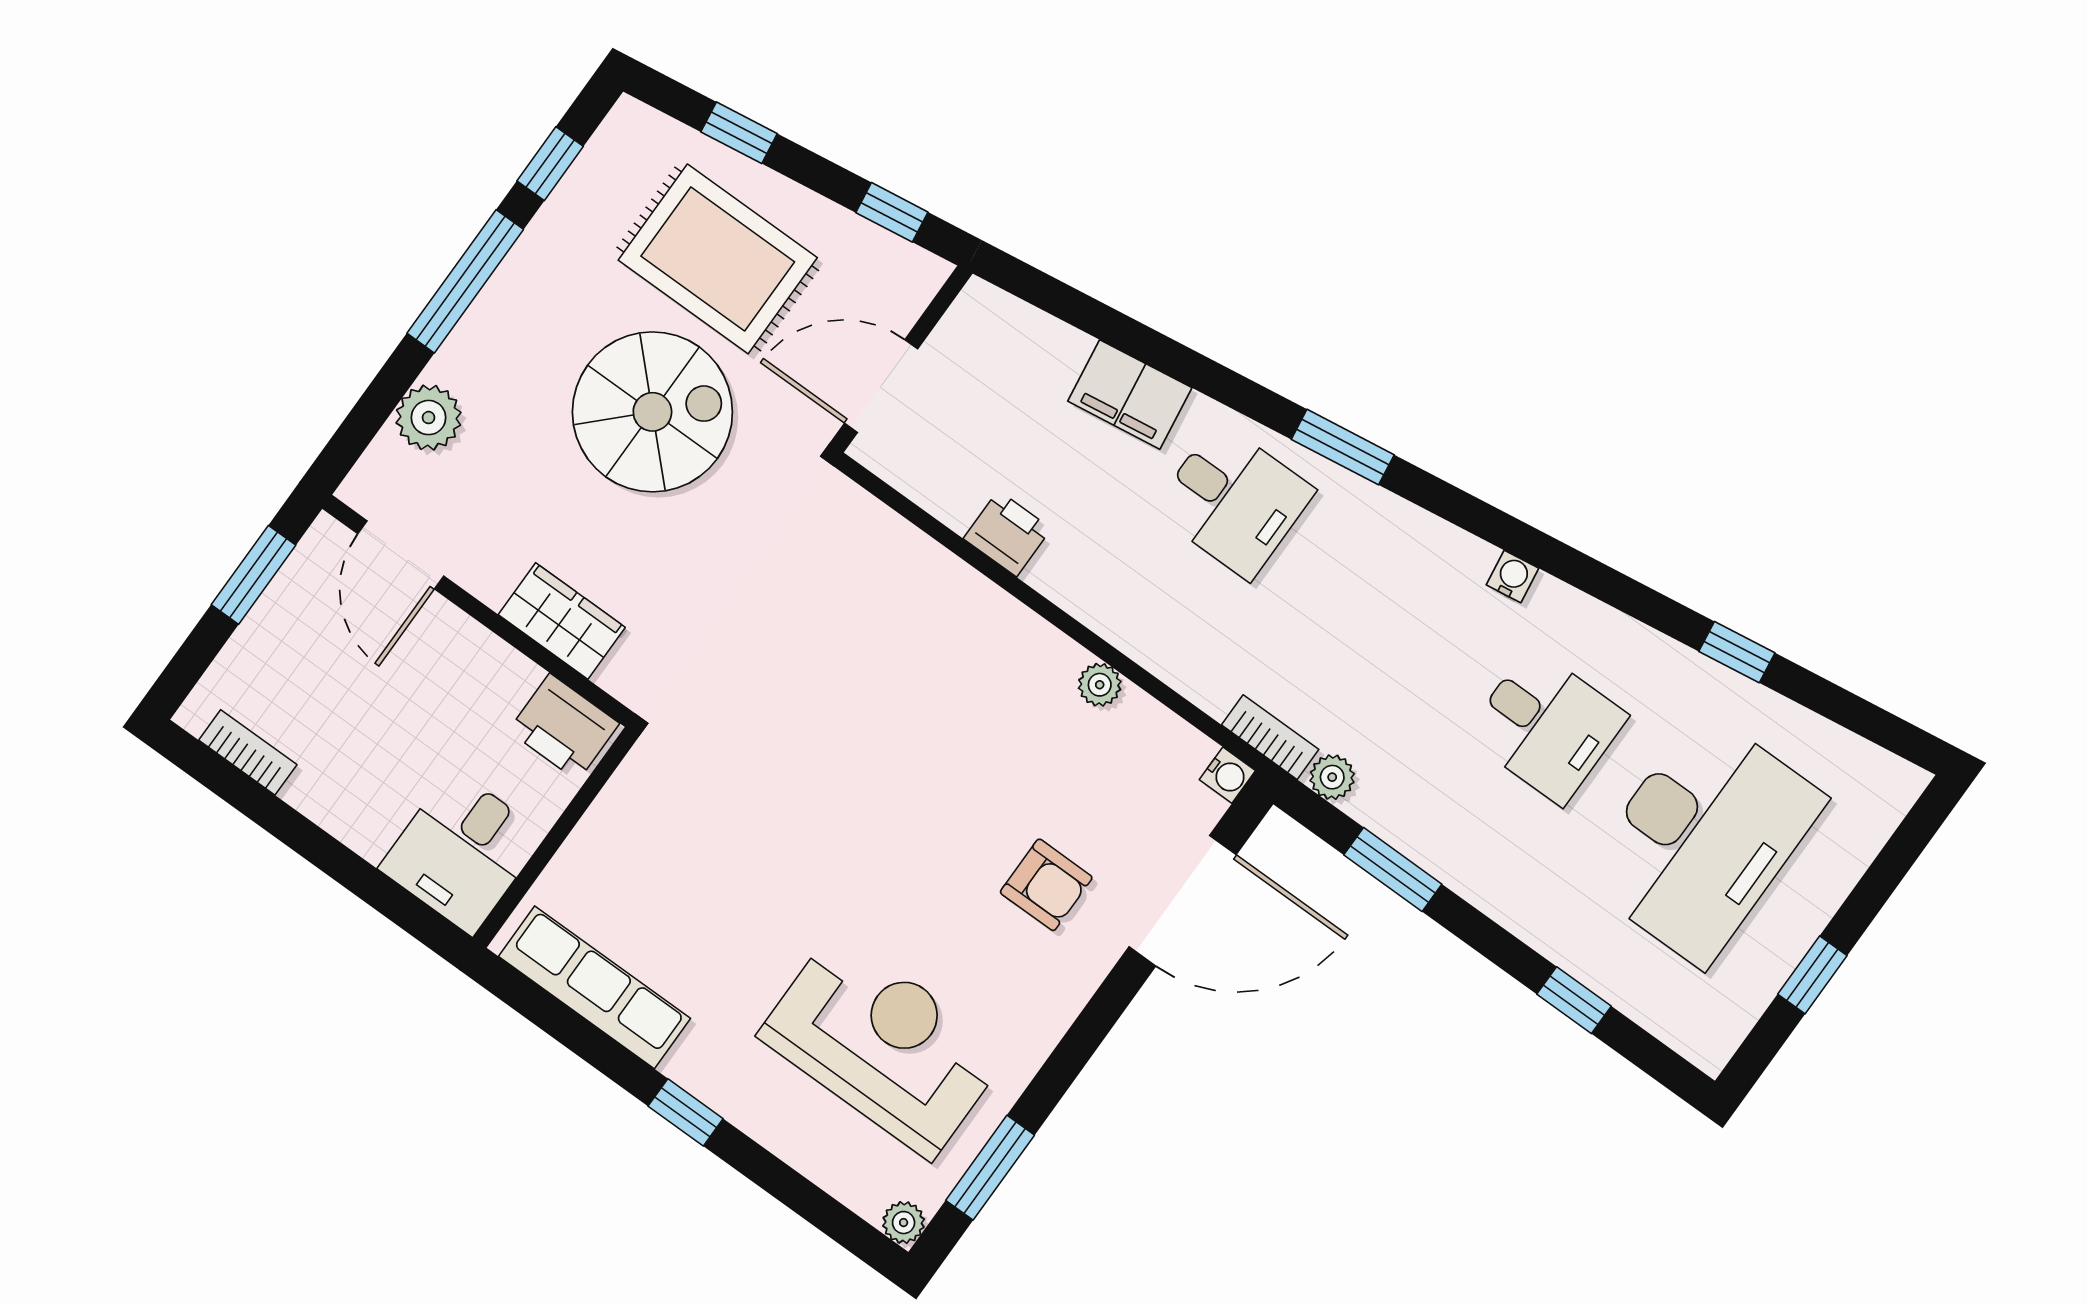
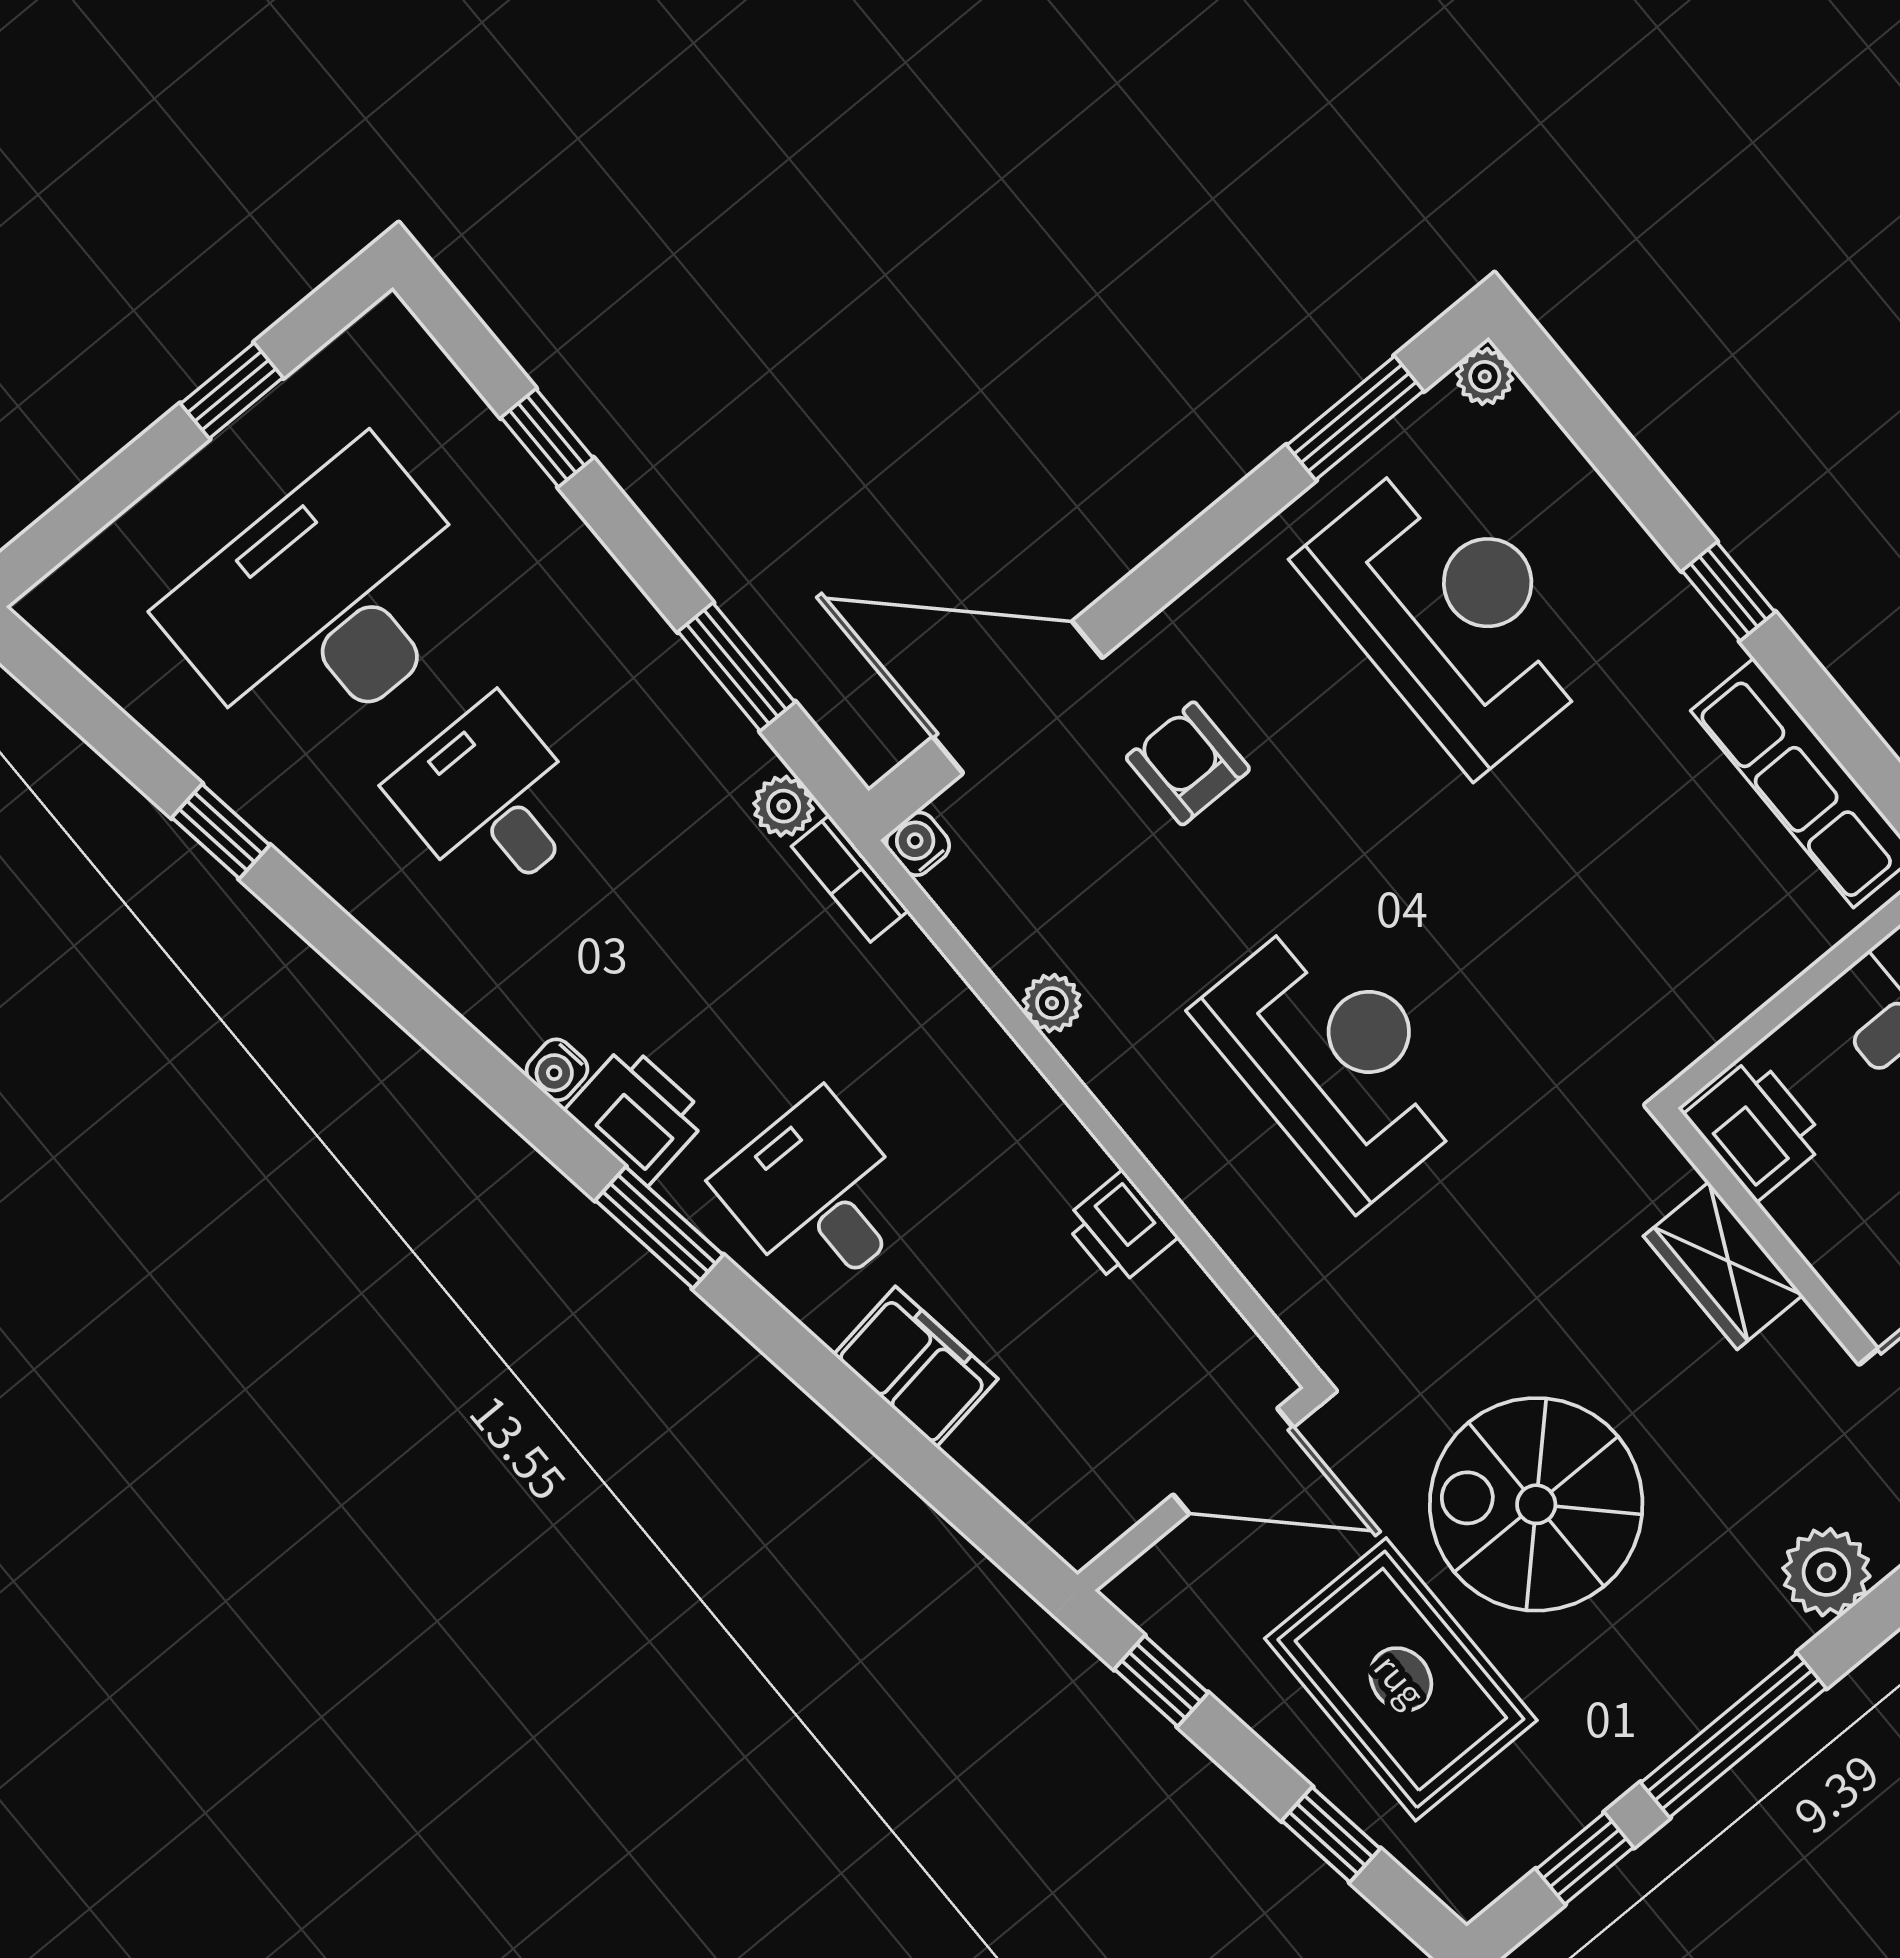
printer: (1381, 526) -> (637, 1114), added
water cooler: (1512, 577) -> (557, 1070), moved
reception desk: (883, 697) -> (1335, 1060), added
reception desk: (883, 1044) -> (1451, 613), turned 180

